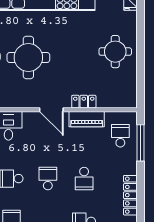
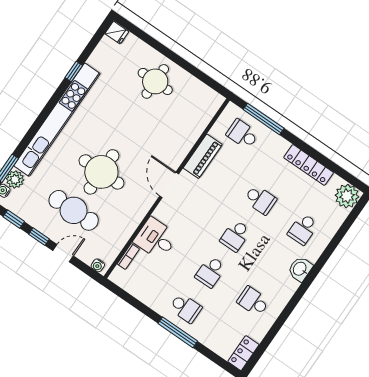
locker: (84, 102) -> (183, 147), removed
door: (51, 110) -> (169, 185), swing flipped
school desk: (48, 179) -> (235, 236), turned -90

